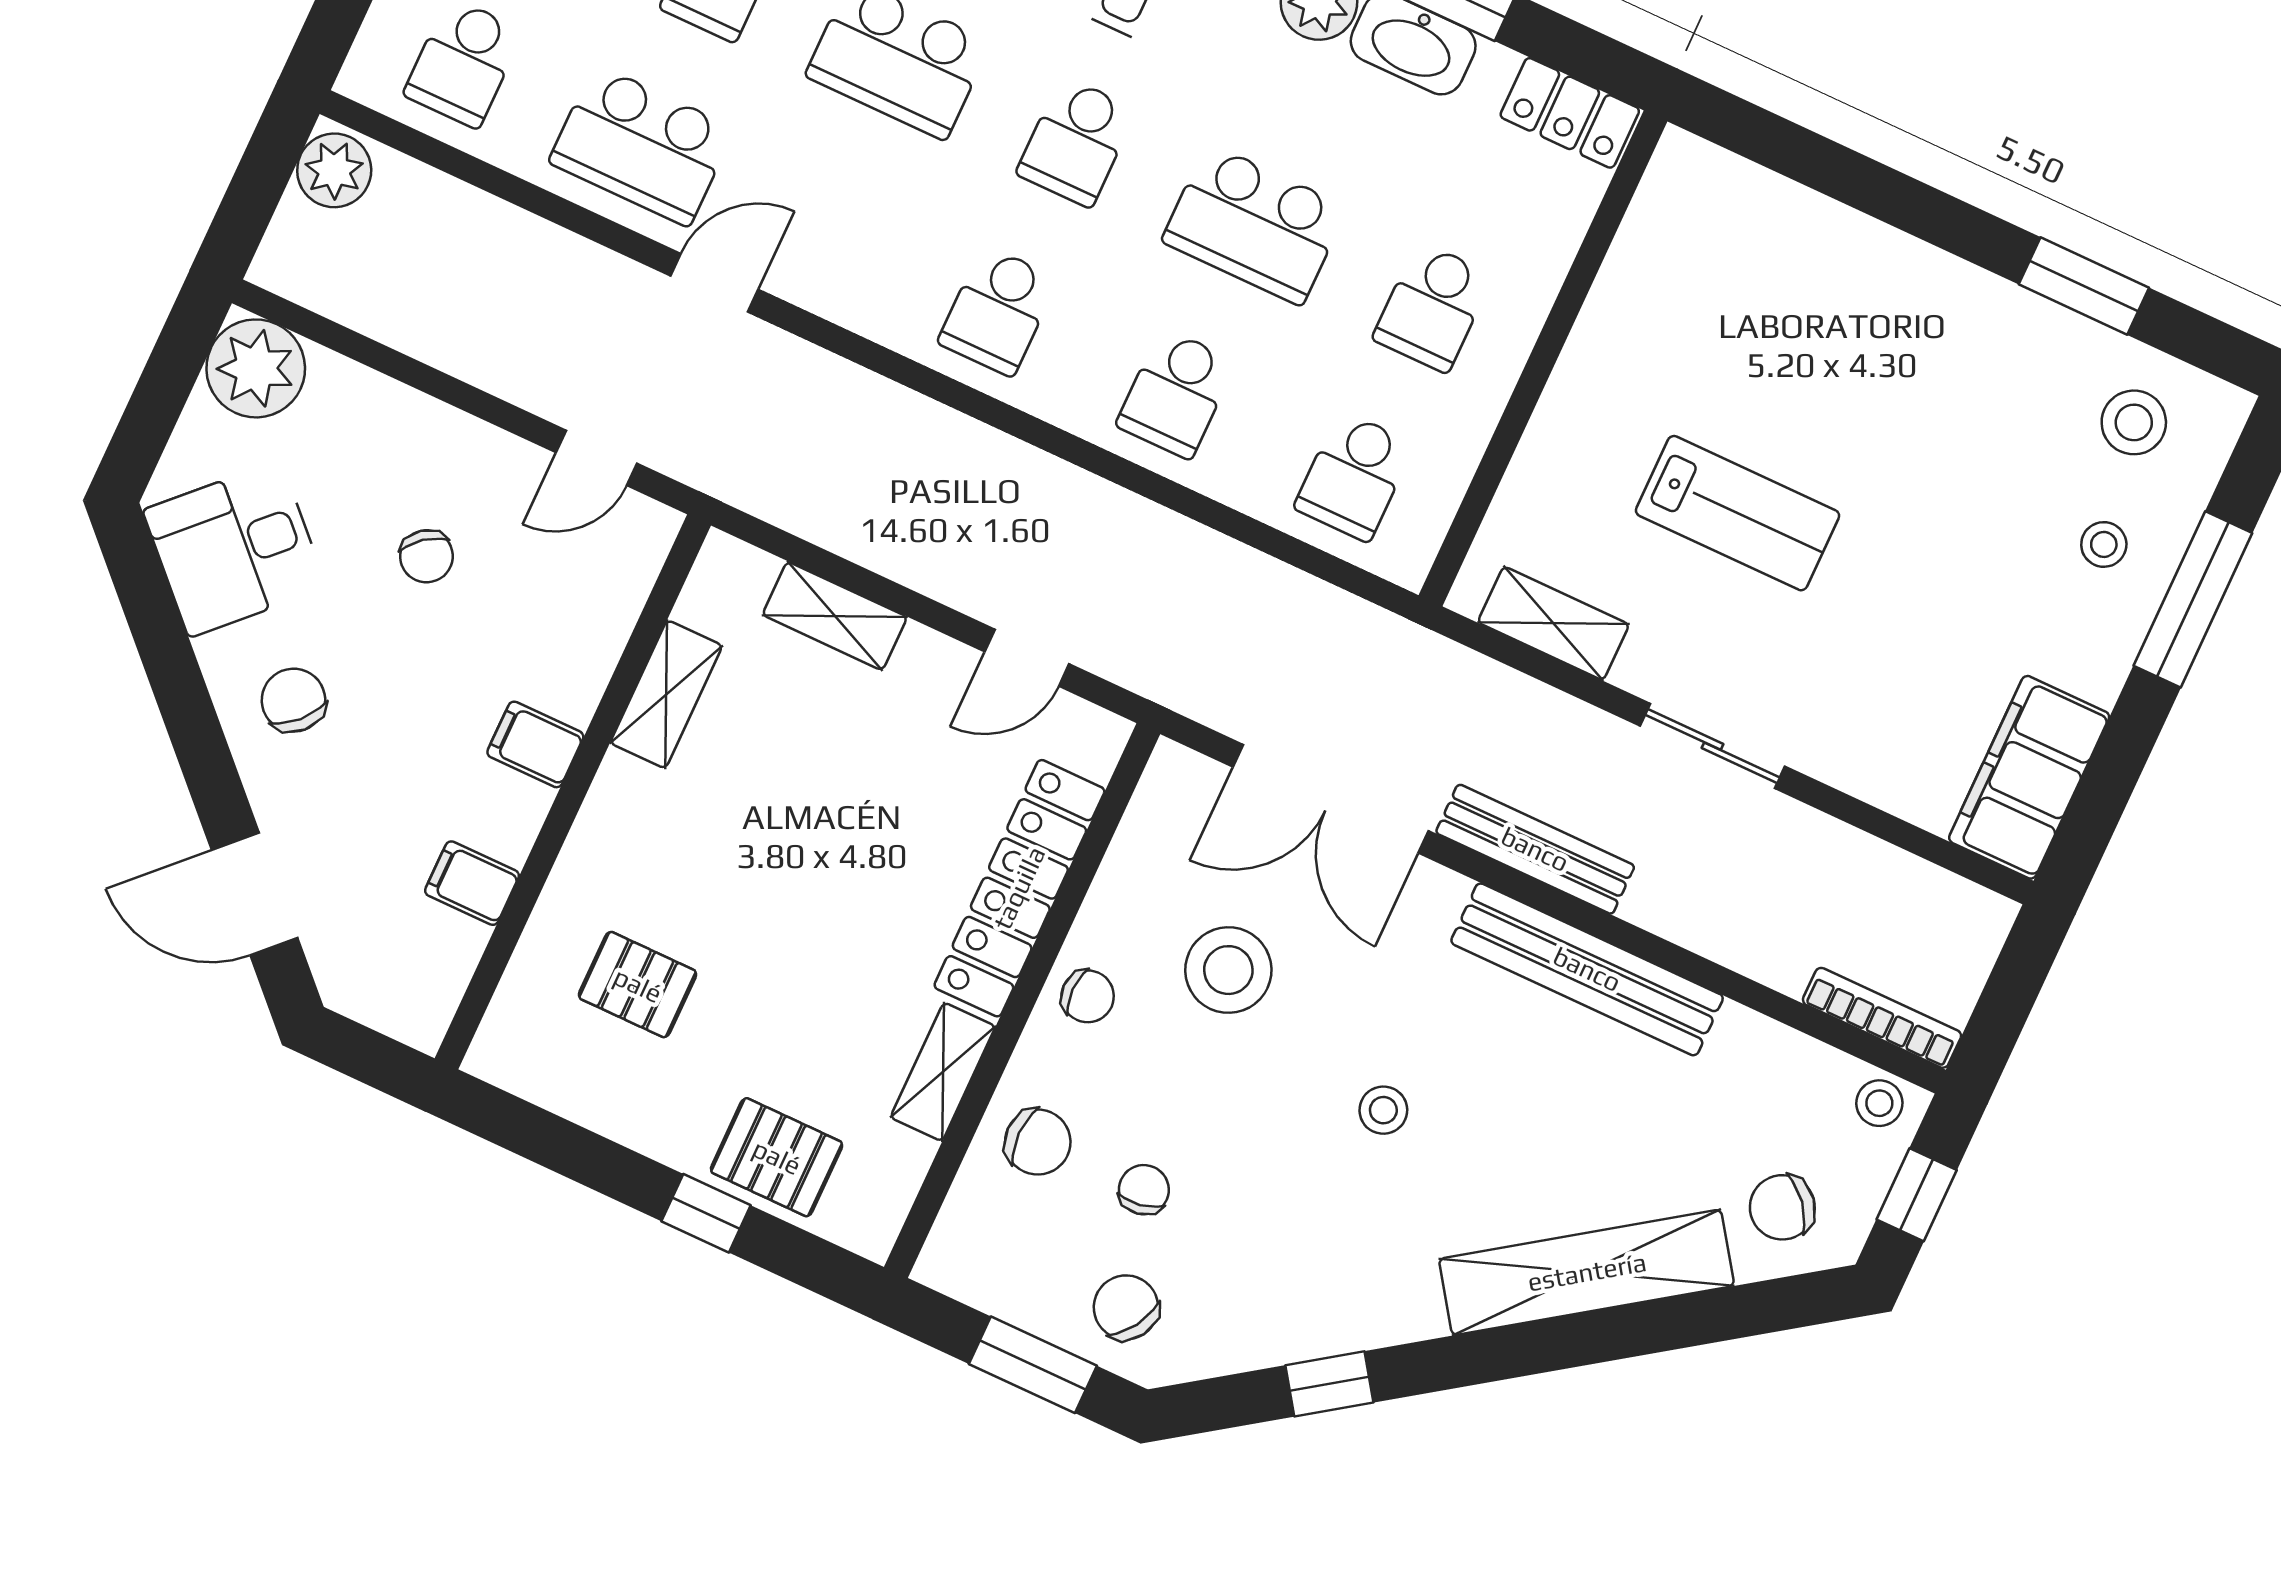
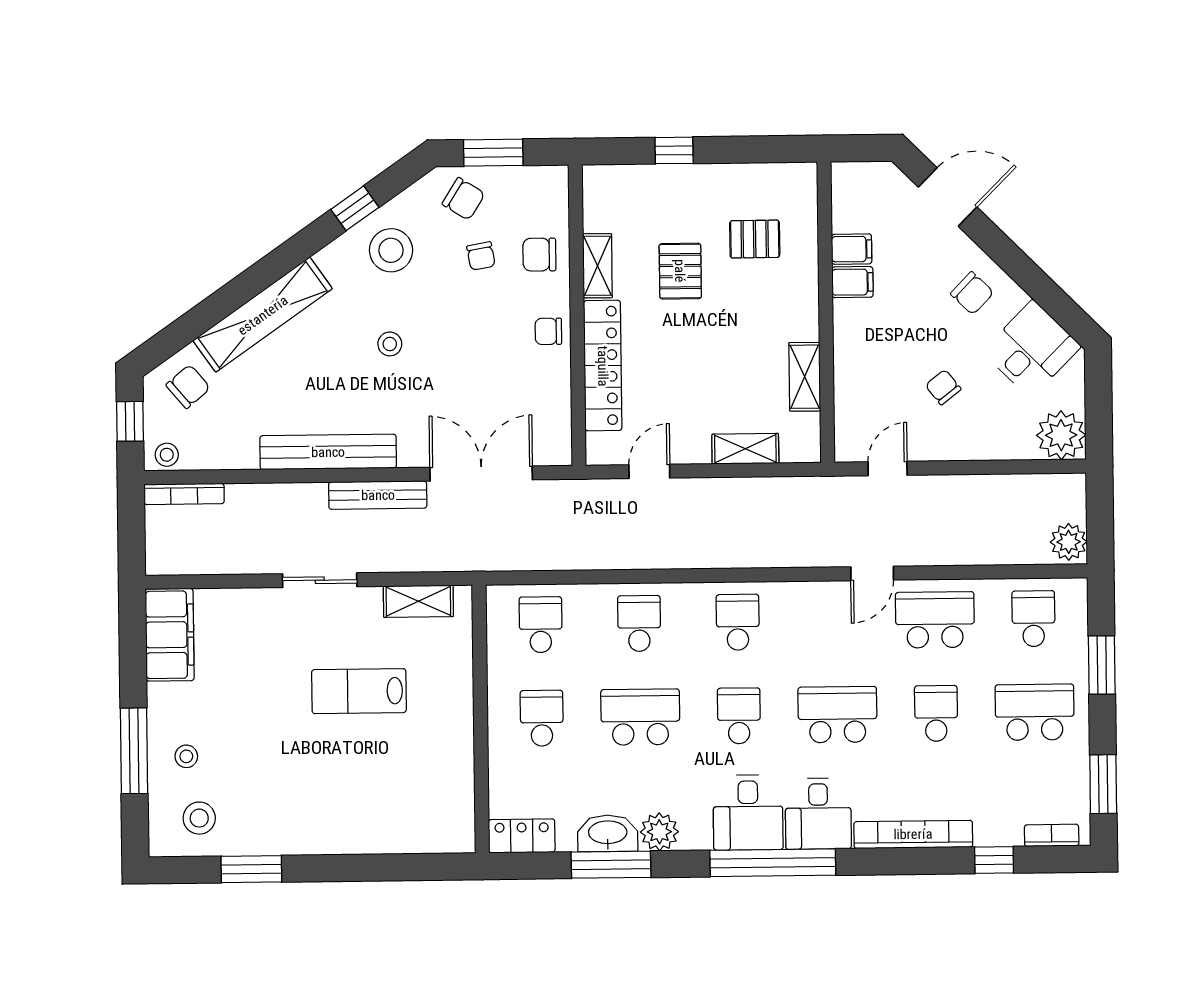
filing cabinet: (535, 744) -> (852, 282), moved
stool: (1228, 970) -> (391, 250), moved
pallet: (777, 1157) -> (680, 271), moved, turned 90

